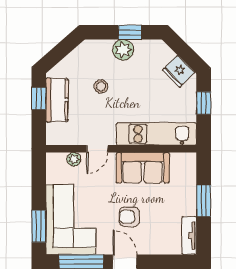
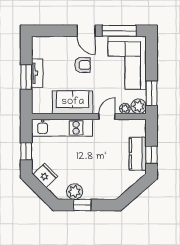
plant: (123, 50) -> (75, 192), moved
stool: (101, 86) -> (104, 164), removed
plant: (56, 162) -> (139, 106), added
window: (39, 226) -> (151, 93), moved
tv unit: (189, 236) -> (37, 73), moved

